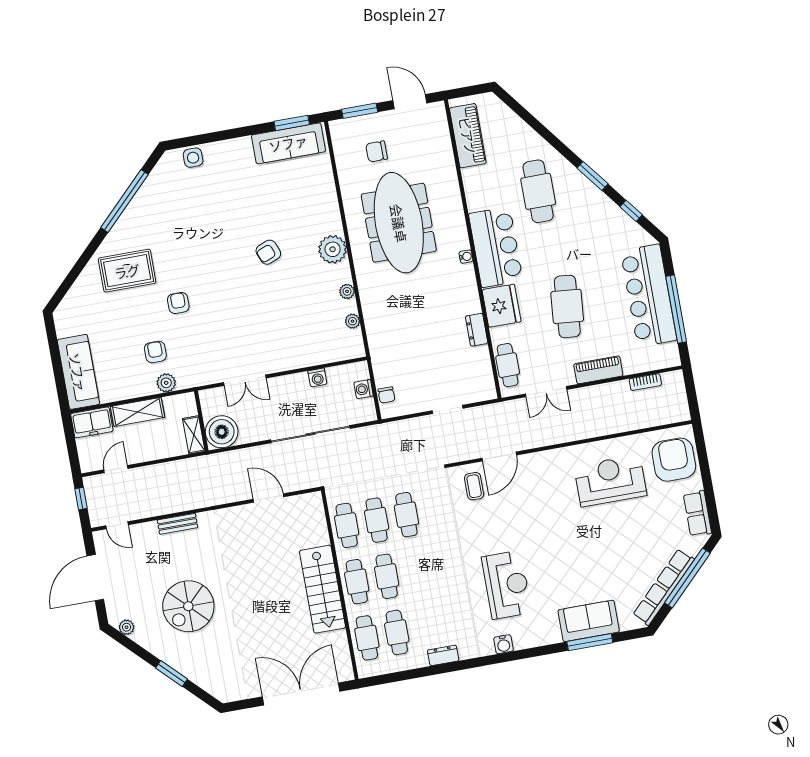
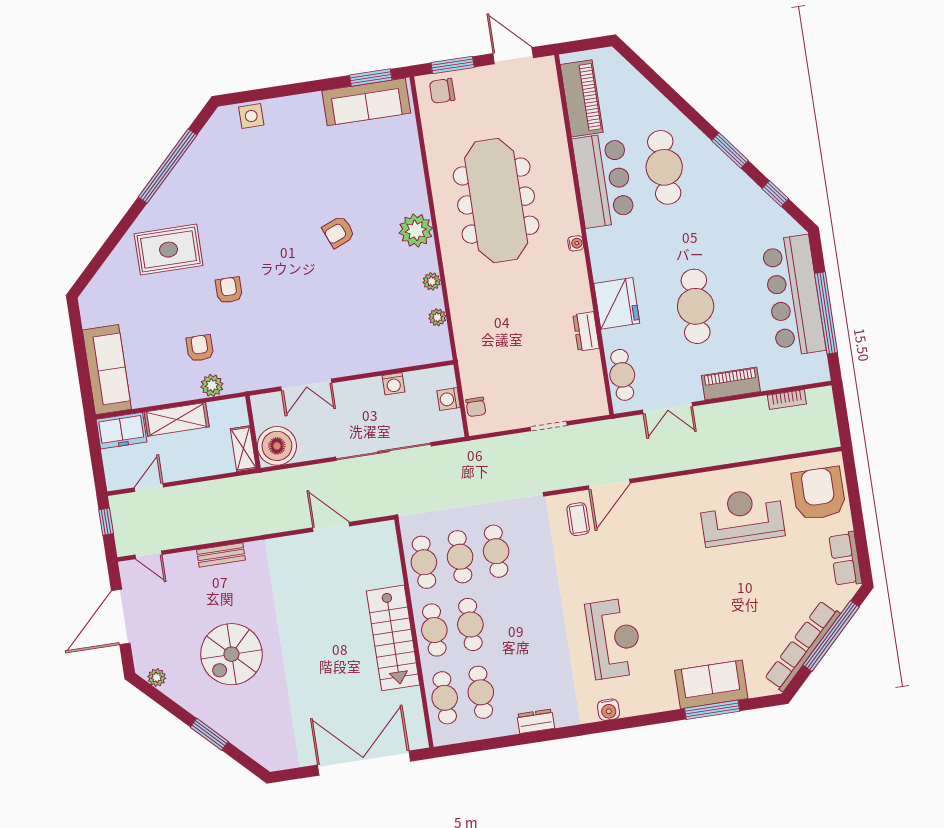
chair: (377, 151) -> (442, 91), moved
bar counter: (496, 247) -> (603, 180), moved

